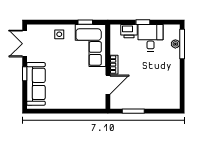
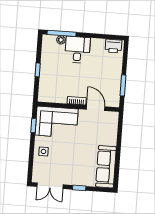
printer: (129, 31) -> (113, 46), moved, turned 90
desk: (151, 38) -> (77, 50), moved, turned 90
sofa: (36, 84) -> (106, 167), moved, turned -90

